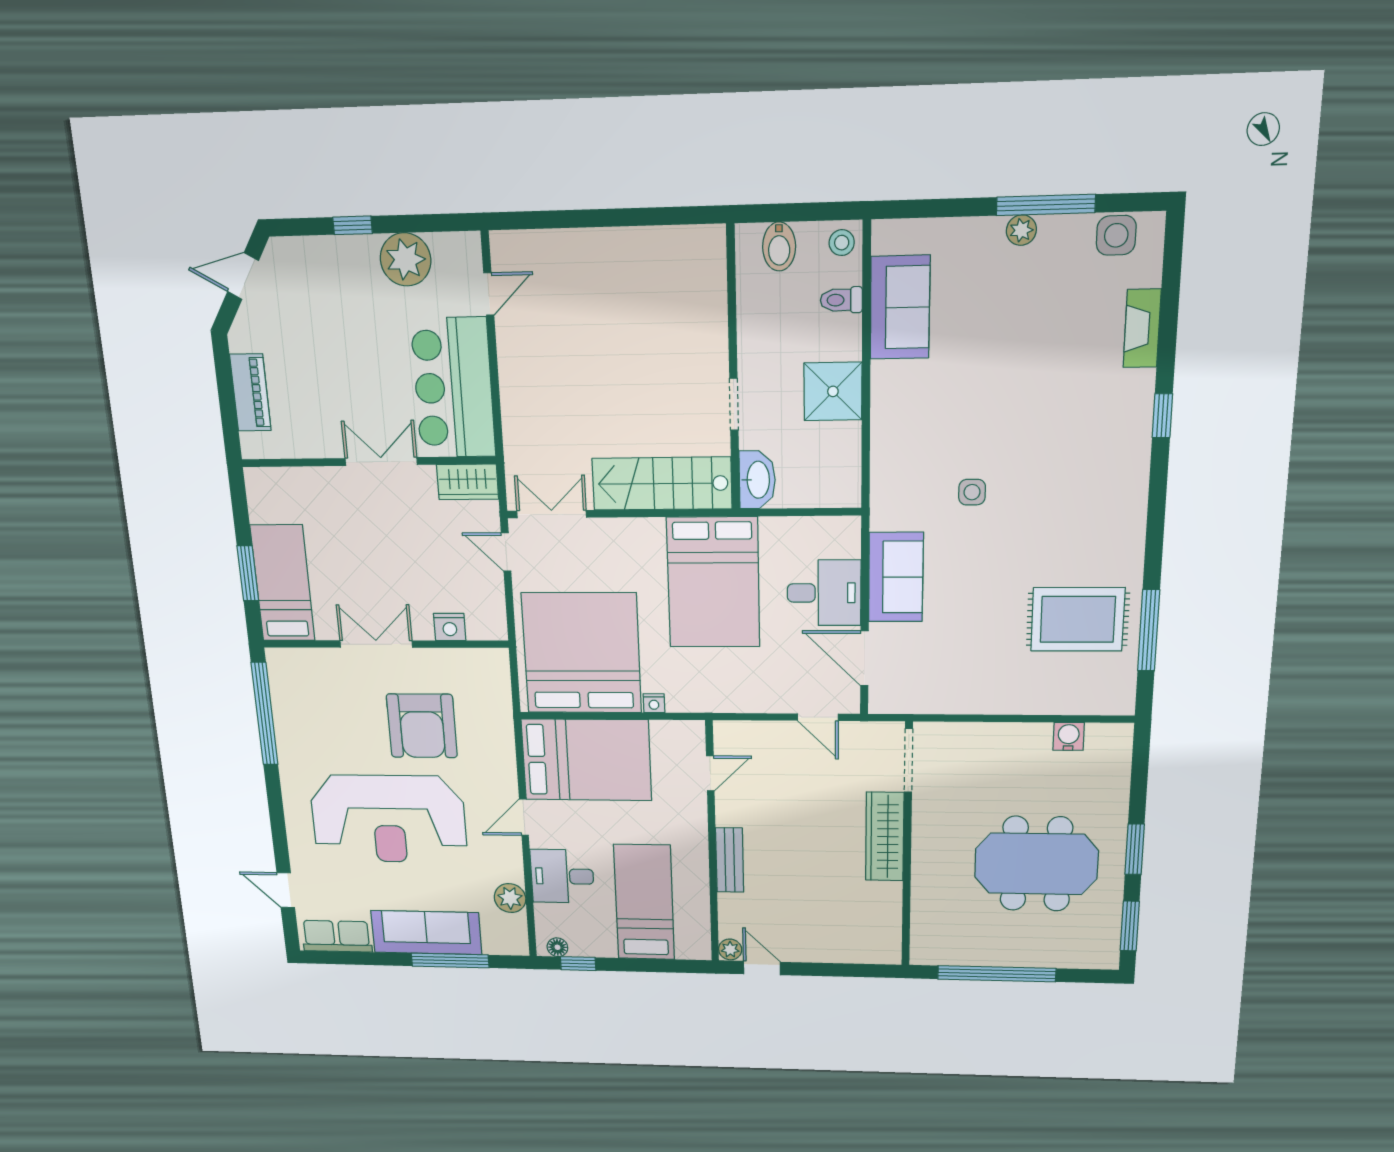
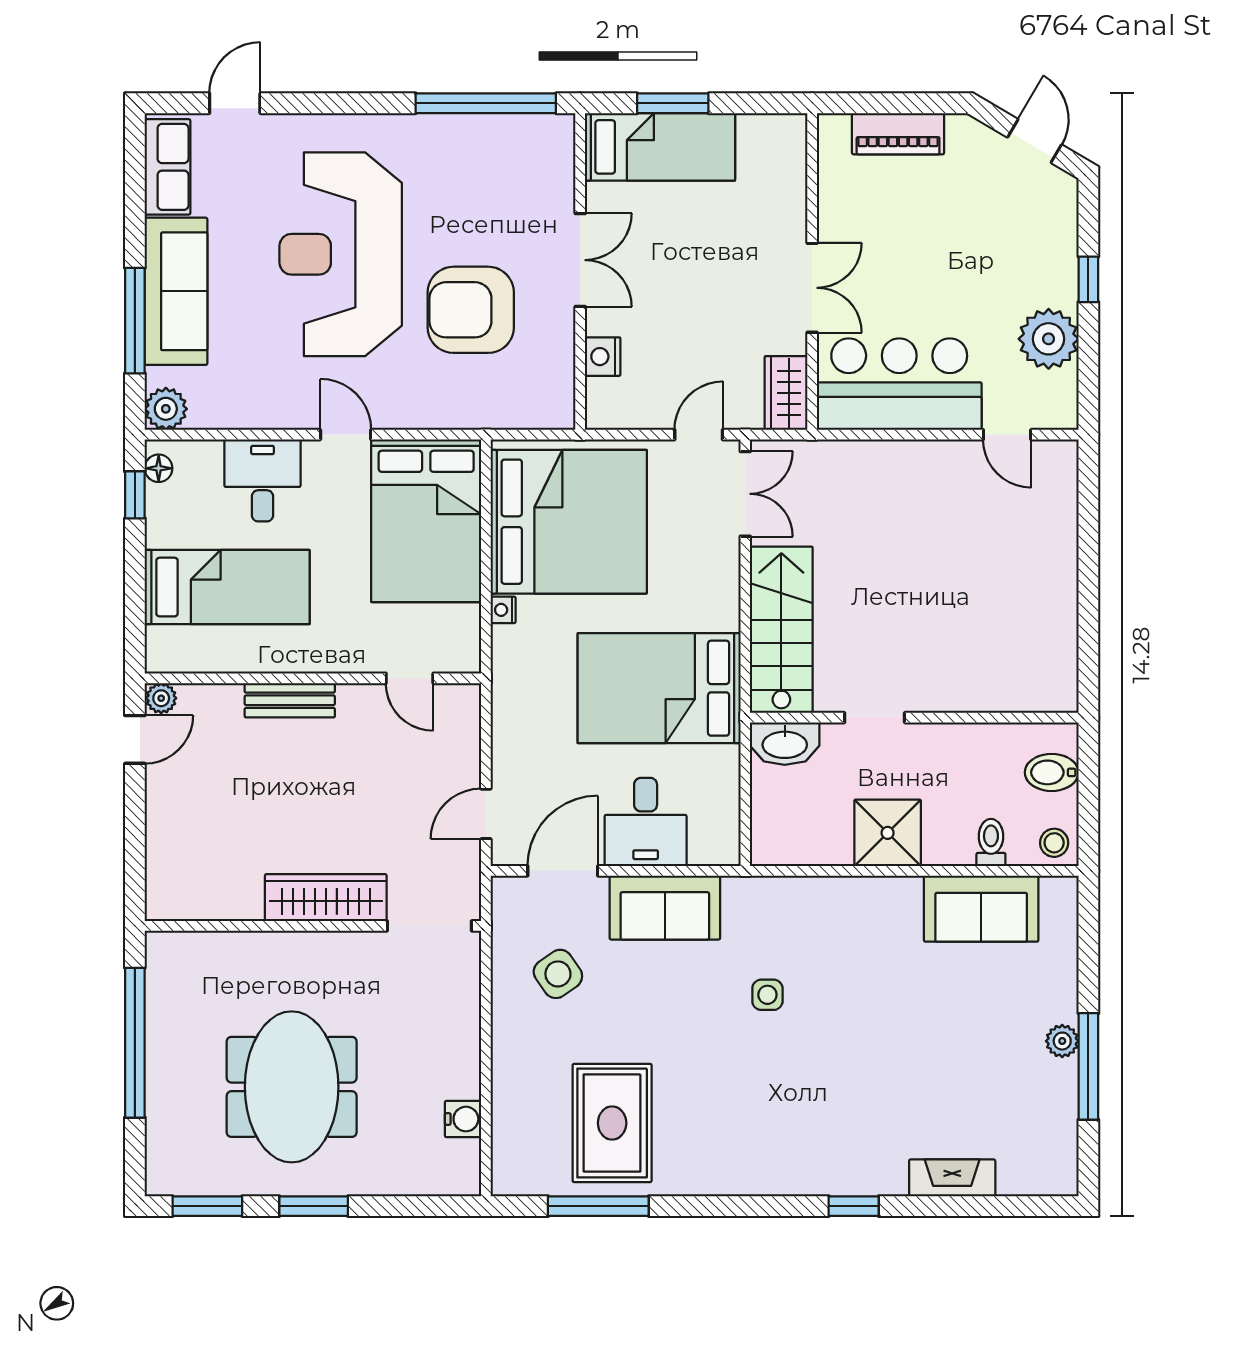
side table: (1116, 235) -> (558, 974), moved, turned -35
plant: (510, 898) -> (166, 409), moved

